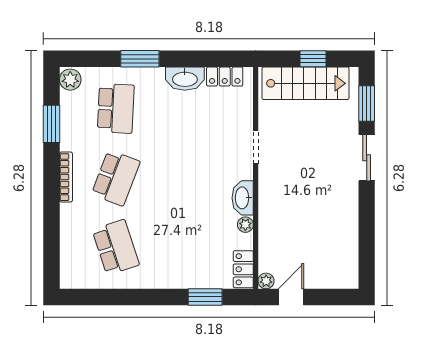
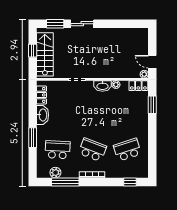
plant: (70, 80) -> (55, 173), moved
window: (51, 124) -> (65, 182), width x1.44
window: (51, 253) -> (130, 182), added

